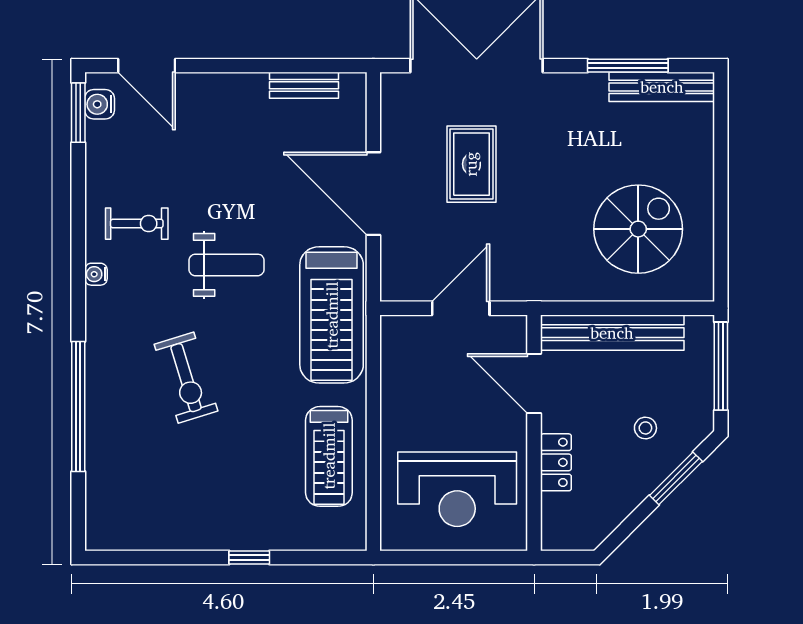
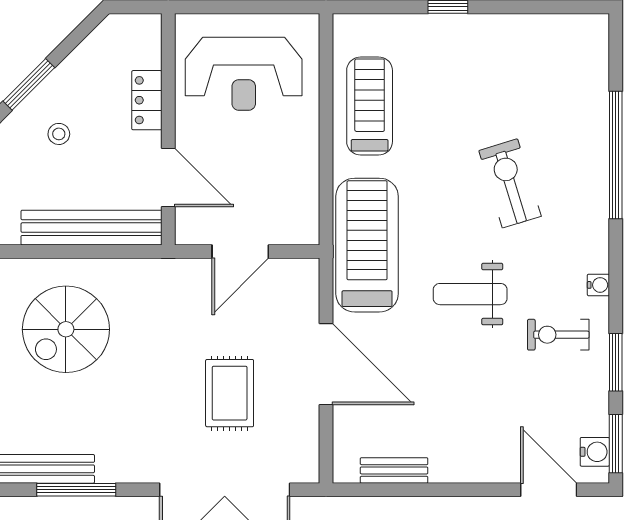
window: (78, 195) -> (616, 362), added
reception desk: (457, 489) -> (244, 74), turned 180

